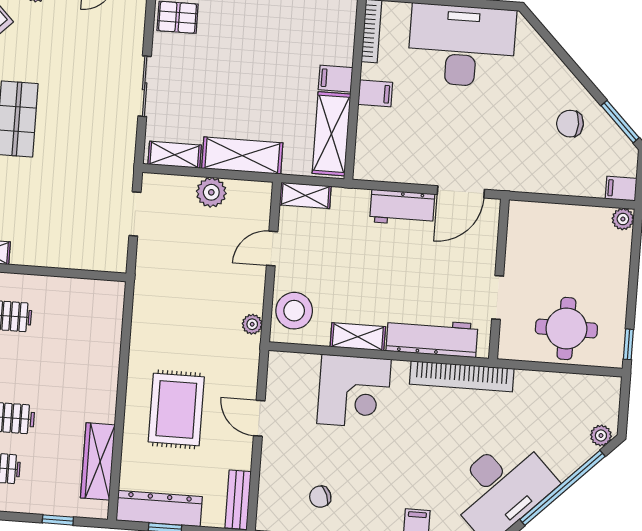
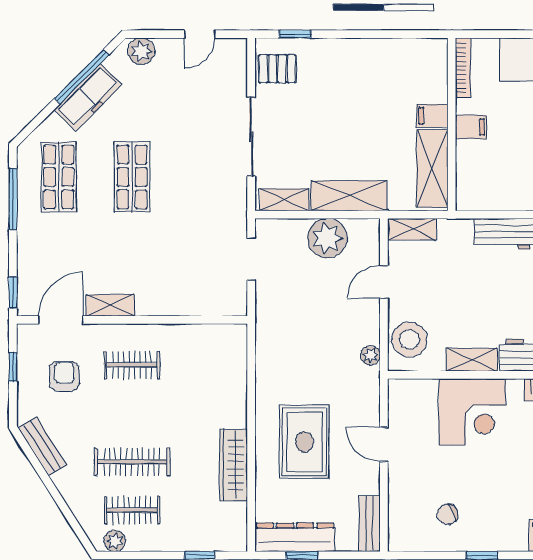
sliding door: (145, 86) -> (251, 137), width x1.37
plant: (211, 192) -> (327, 238), width x1.36, depth x1.36
wardrobe: (98, 461) -> (233, 465), moved

